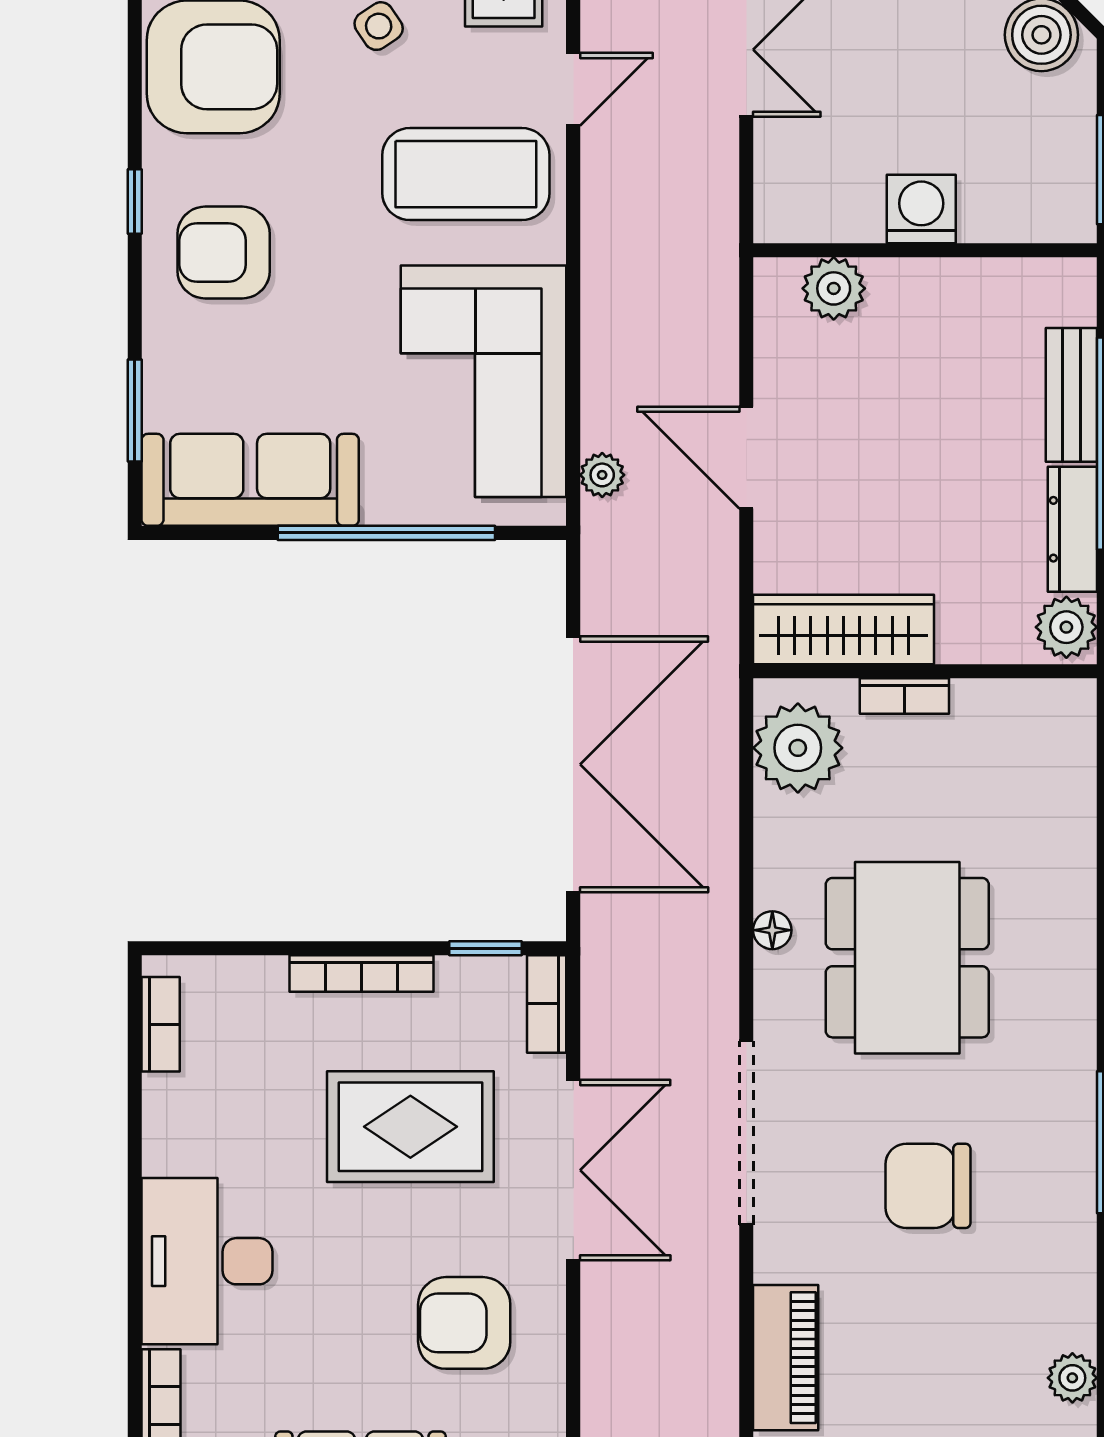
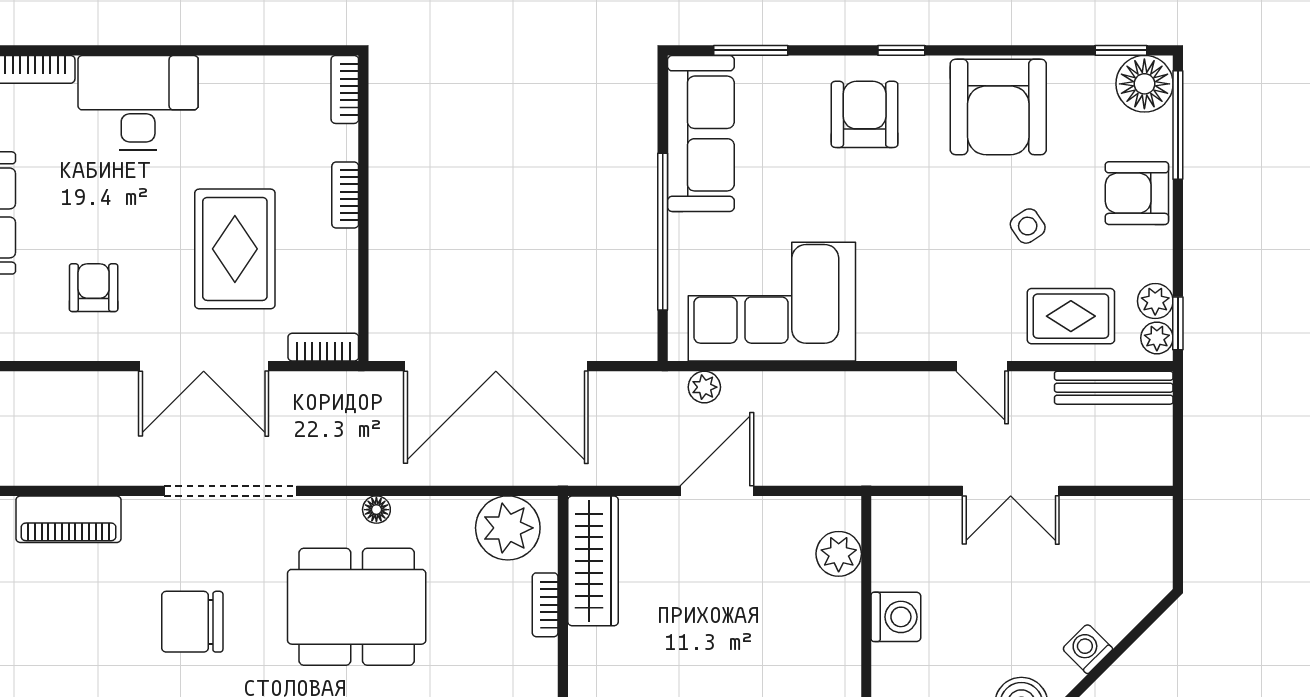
coffee table: (466, 174) -> (921, 289), removed
window: (485, 948) -> (363, 303), removed
bookcase: (361, 974) -> (345, 195), width x0.64
bookcase: (161, 1024) -> (345, 89), moved, turned 90
chair: (928, 1186) -> (192, 622), turned -90
armchair: (464, 1323) -> (94, 288), width x0.72, depth x0.72

